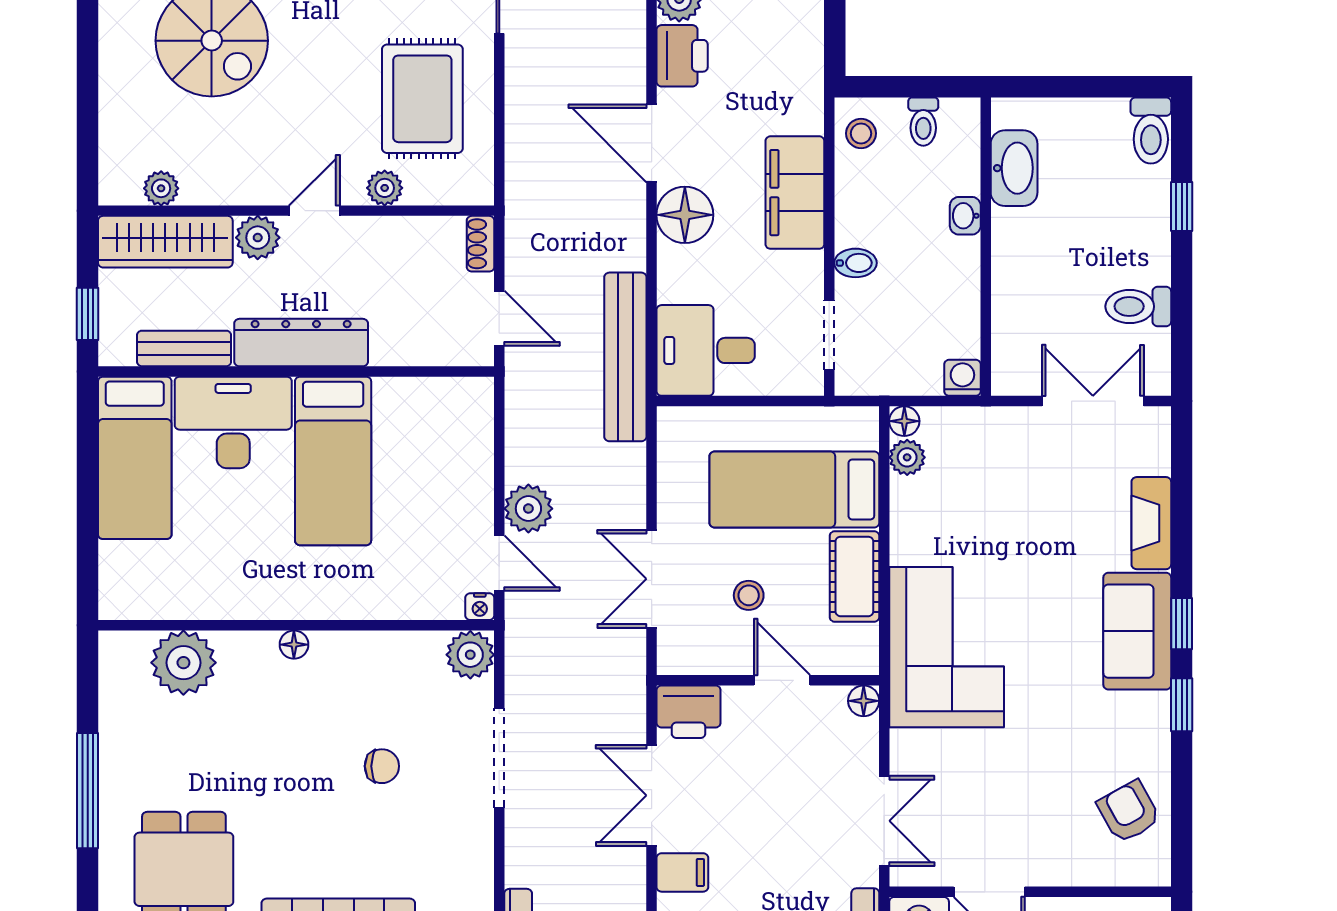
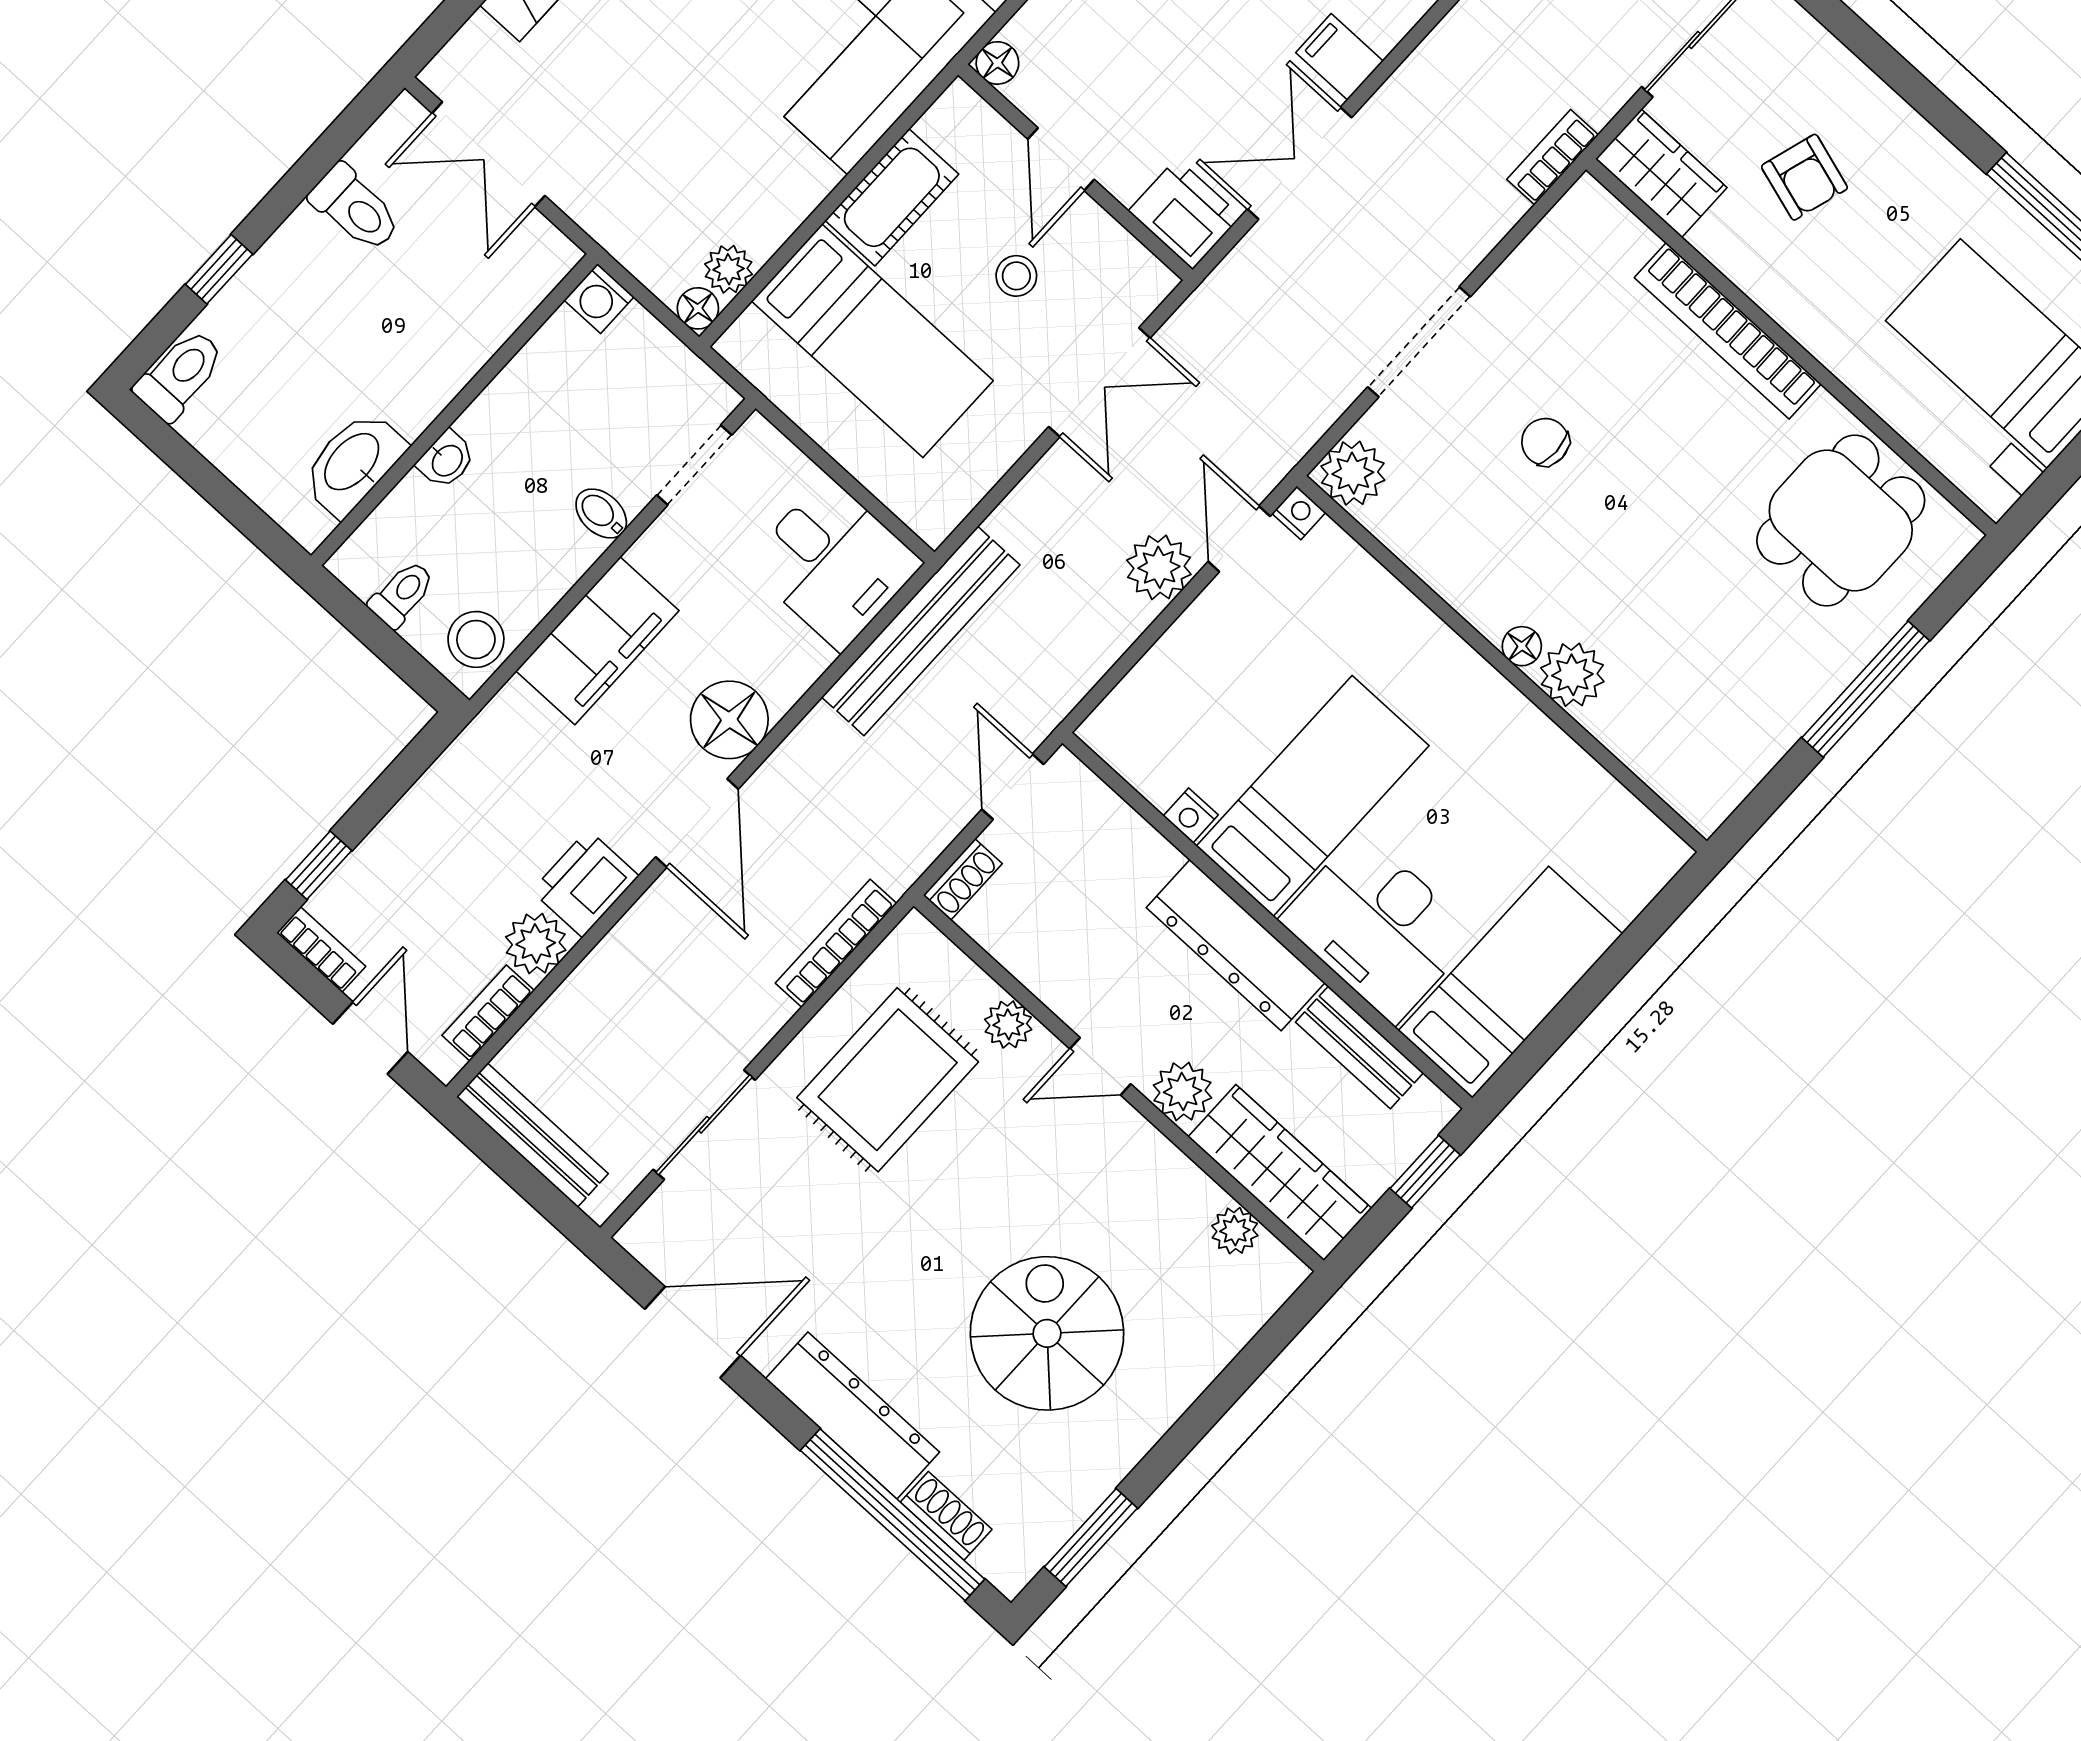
stool: (861, 133) -> (476, 639), width x1.37, depth x1.37
bookcase: (517, 147) -> (836, 943), added
nightstand: (389, 390) -> (1191, 815), added
plant: (183, 663) -> (1572, 675), moved, width x0.73, depth x0.73
double door: (652, 795) -> (1299, 163), swing flipped

